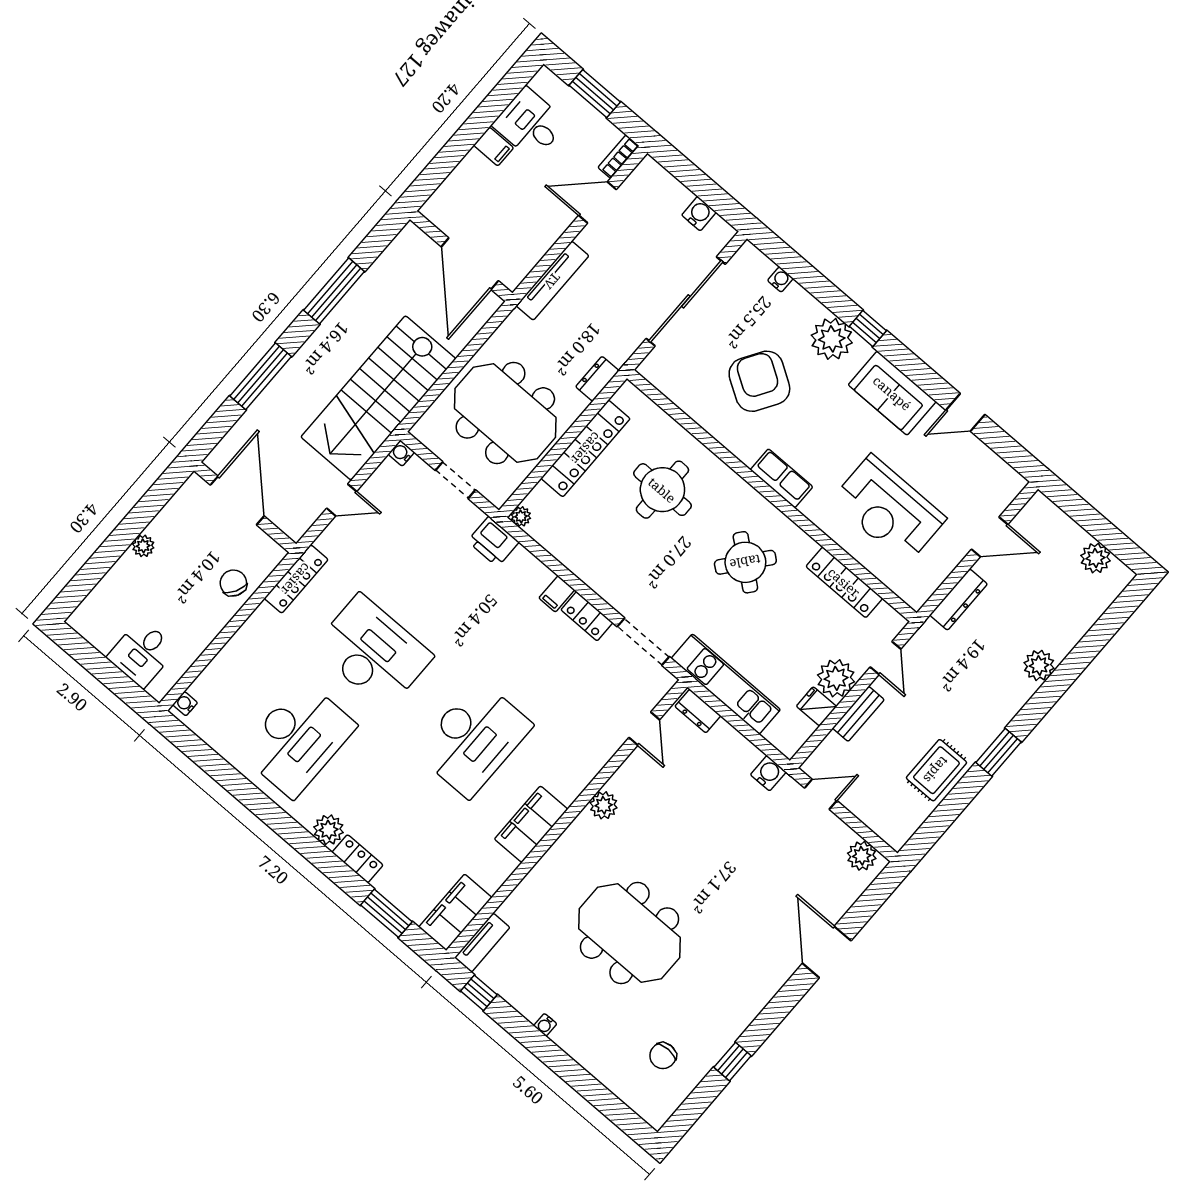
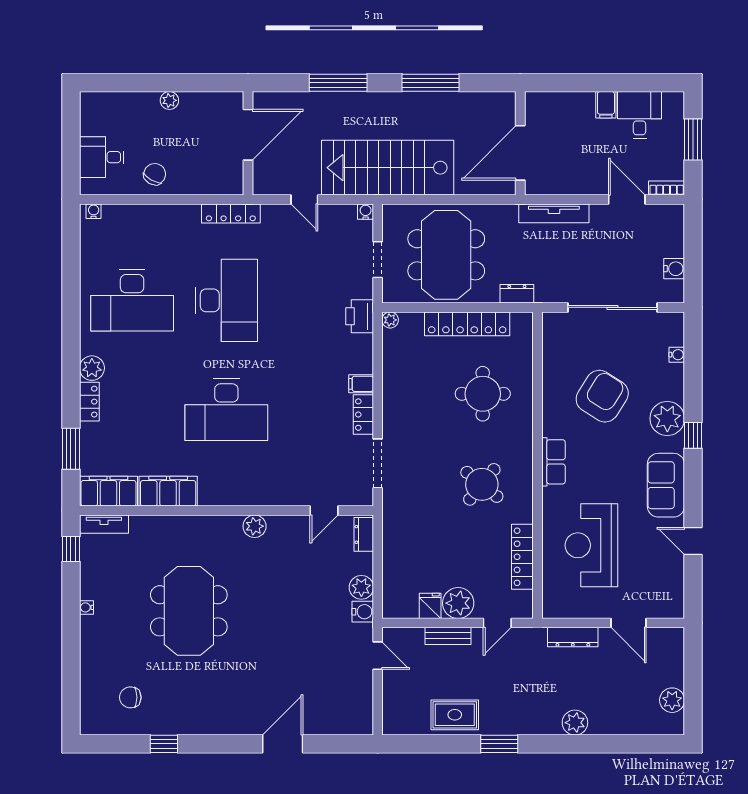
chair: (233, 583) -> (155, 174), moved
kitchen unit: (726, 684) -> (395, 537), removed
filing cabinet: (531, 824) -> (168, 491), moved
plant: (862, 856) -> (361, 587), moved

